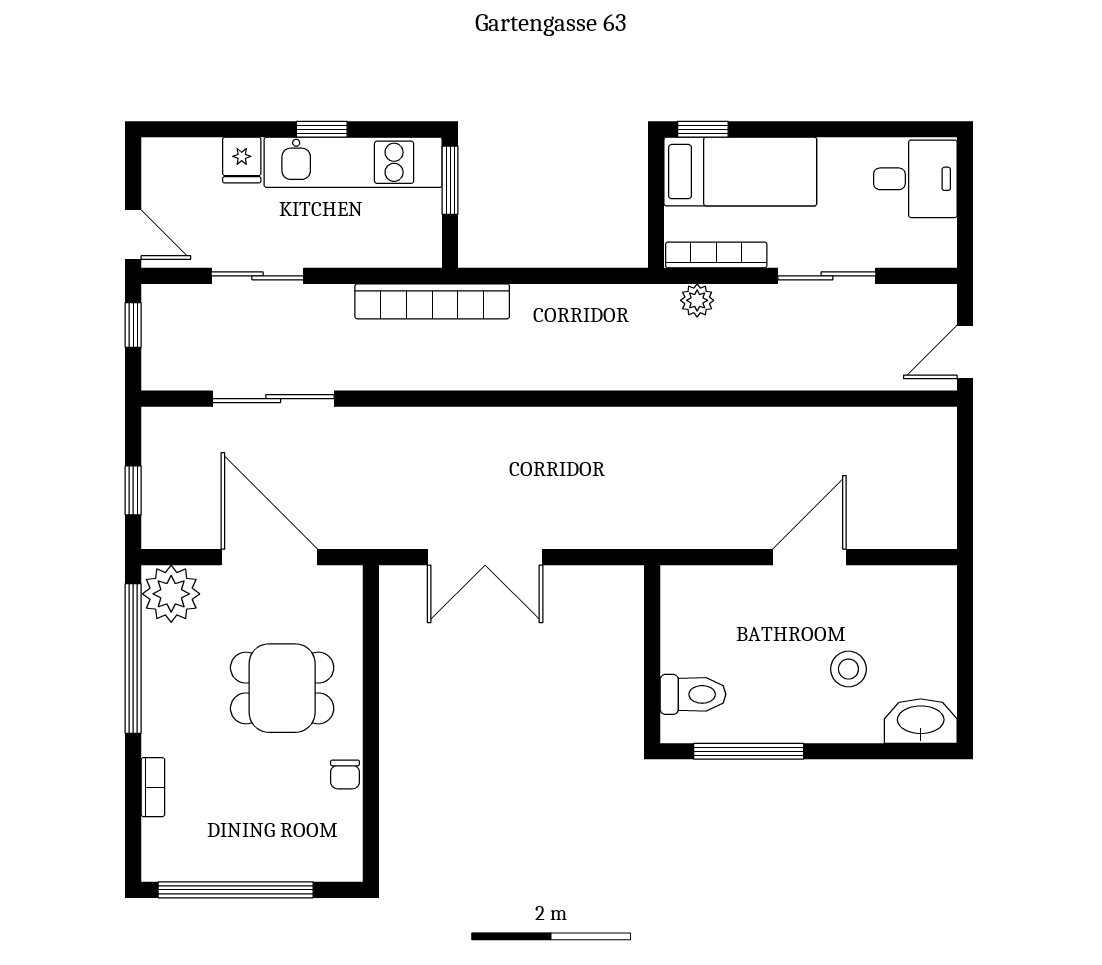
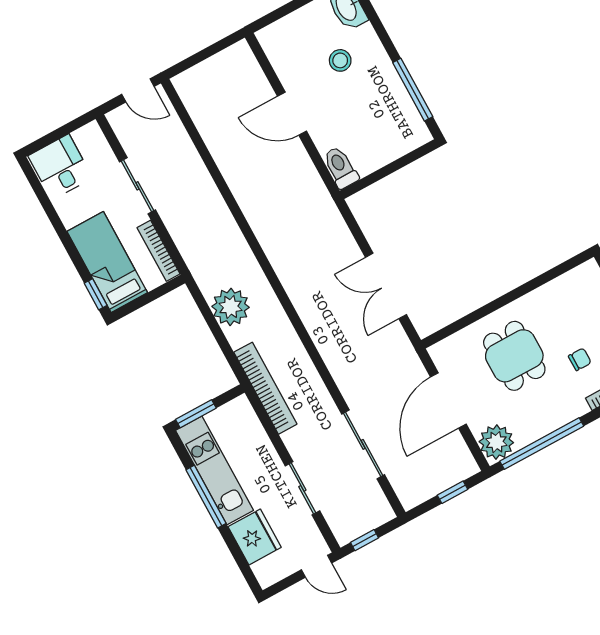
window: (322, 129) -> (206, 497), width x2.17
fridge: (242, 160) -> (255, 537), width x1.88, depth x1.34
door: (133, 235) -> (317, 566), swing flipped
plant: (697, 300) -> (231, 307), moved, width x1.87, depth x1.87
double door: (485, 557) -> (386, 286), swing flipped
toilet: (693, 694) -> (341, 167), moved
chair: (345, 774) -> (580, 359), moved

